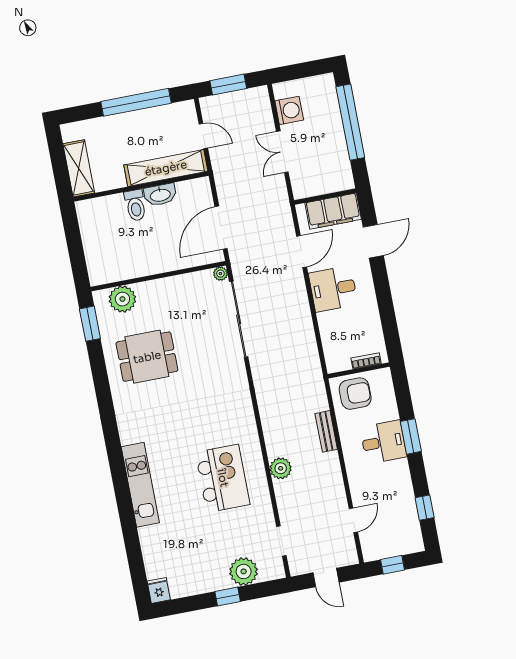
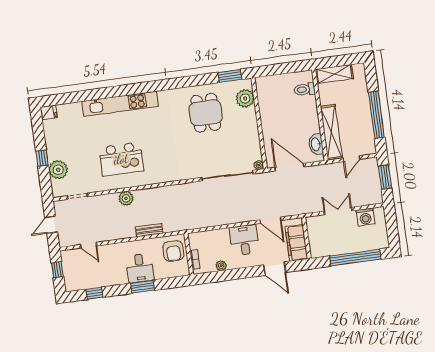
washbasin: (160, 195) -> (316, 144), moved
toilet: (135, 205) -> (305, 89), moved
plant: (373, 321) -> (221, 266), added
kitchen unit: (140, 485) -> (120, 104), width x1.36

